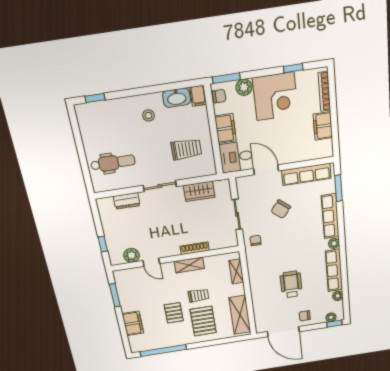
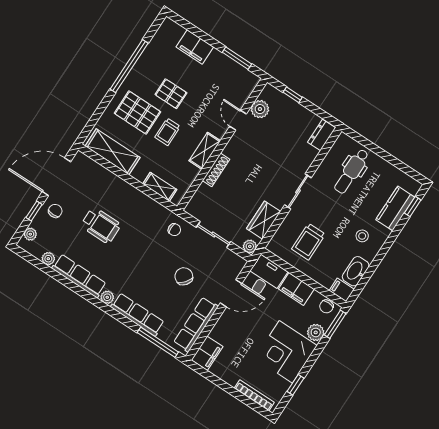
kitchen counter: (108, 109) -> (395, 208), added
filing cabinet: (323, 126) -> (207, 353), moved, turned 90
plant: (224, 185) -> (250, 246), added
window: (339, 188) -> (158, 342), width x1.44
dresser: (127, 201) -> (322, 135), moved
door: (151, 262) -> (238, 120), hinge flipped
window: (334, 324) -> (34, 211), moved
window: (163, 350) -> (129, 66), moved

